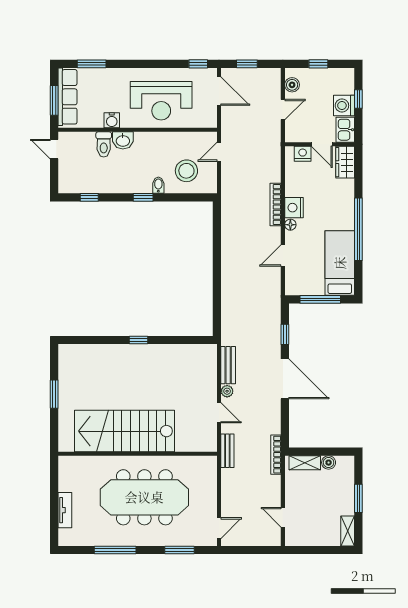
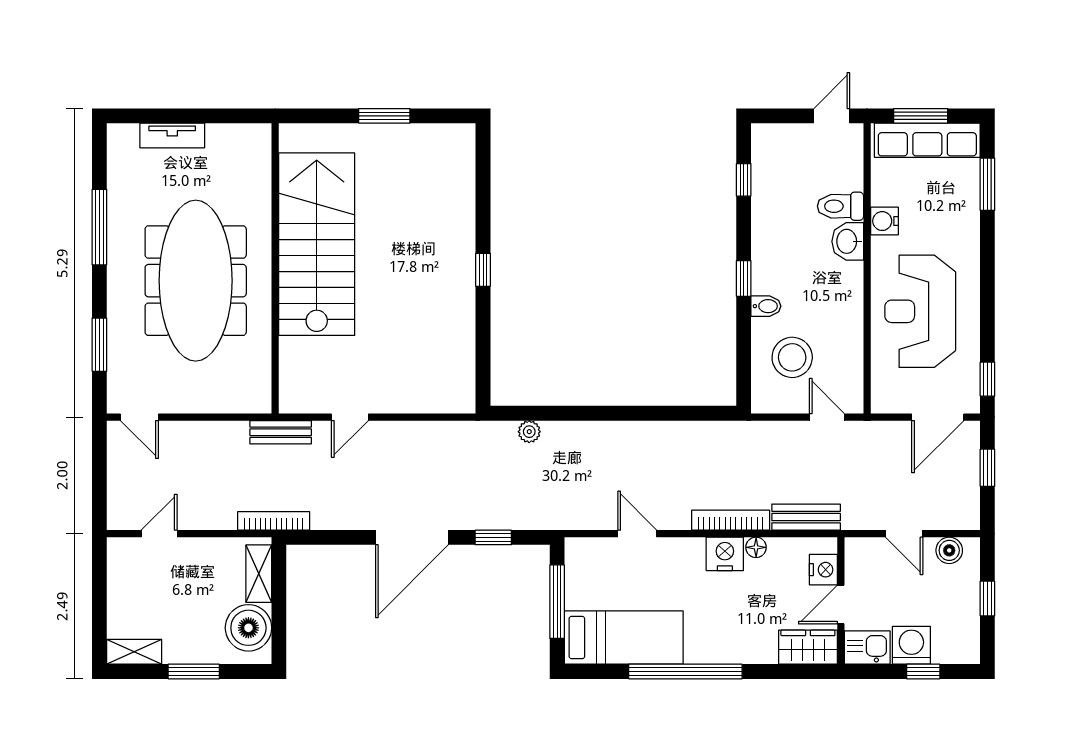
floor lamp: (290, 225) -> (756, 547), moved
bench: (228, 365) -> (806, 517), moved
plant: (227, 391) -> (529, 432), moved
boiler: (329, 463) -> (248, 628), width x1.86, depth x1.86

